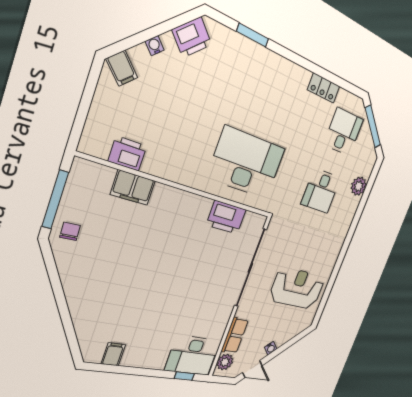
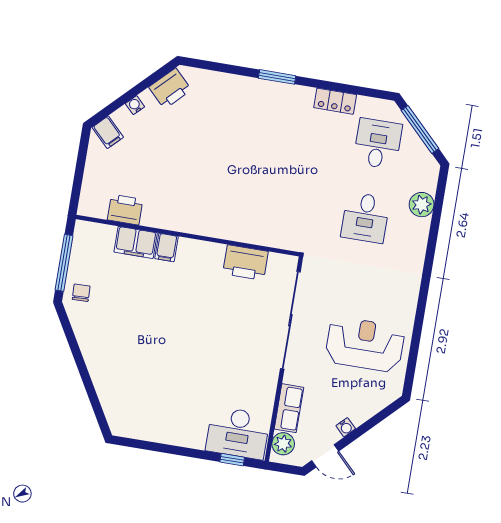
window: (253, 35) -> (277, 77), moved
desk: (247, 163) -> (257, 199), removed
filing cabinet: (113, 354) -> (166, 247), moved, turned 180

